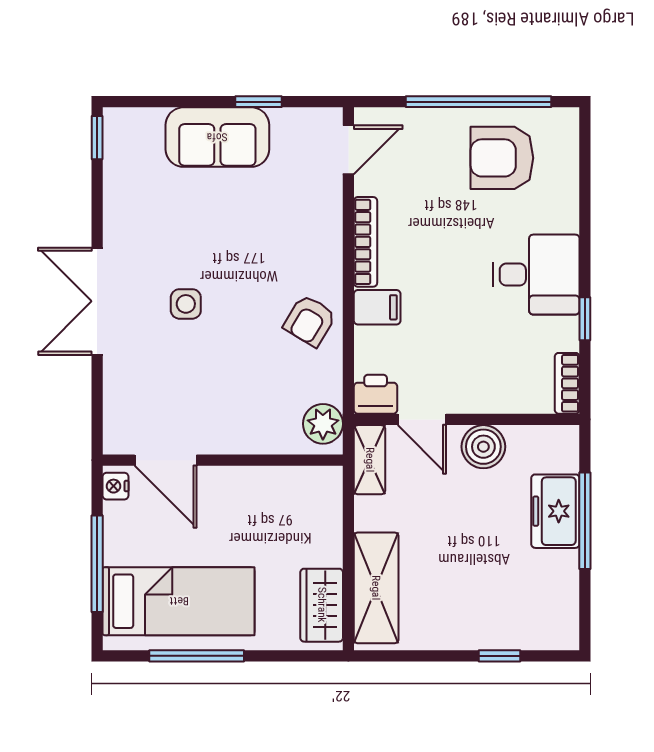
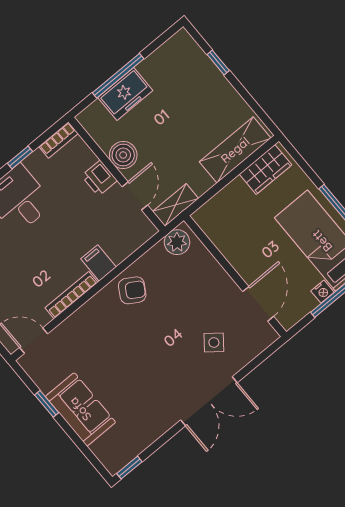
side table: (186, 304) -> (214, 343), moved, turned 38
printer: (376, 394) -> (99, 178), moved
nightstand: (116, 486) -> (322, 292), moved

